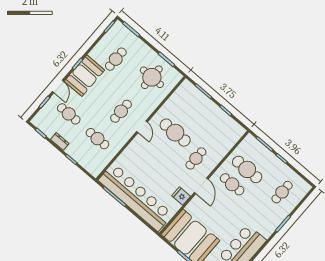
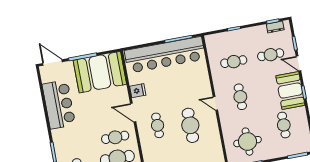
cafe table: (175, 133) -> (190, 125), turned 90
dresser: (60, 141) -> (275, 27), moved

